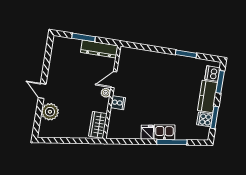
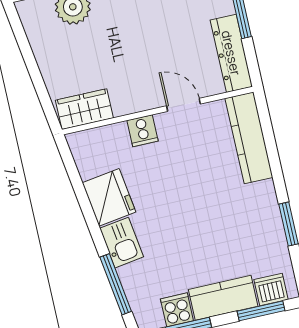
kitchen counter: (140, 56) -> (249, 138), added
plant: (106, 93) -> (152, 99), removed
fridge: (147, 132) -> (109, 197), width x1.88, depth x1.34
window: (172, 142) -> (116, 284), moved

